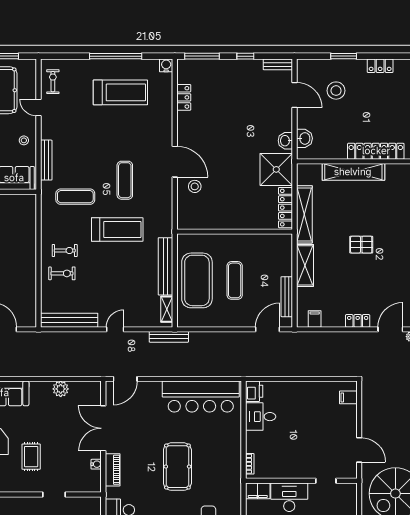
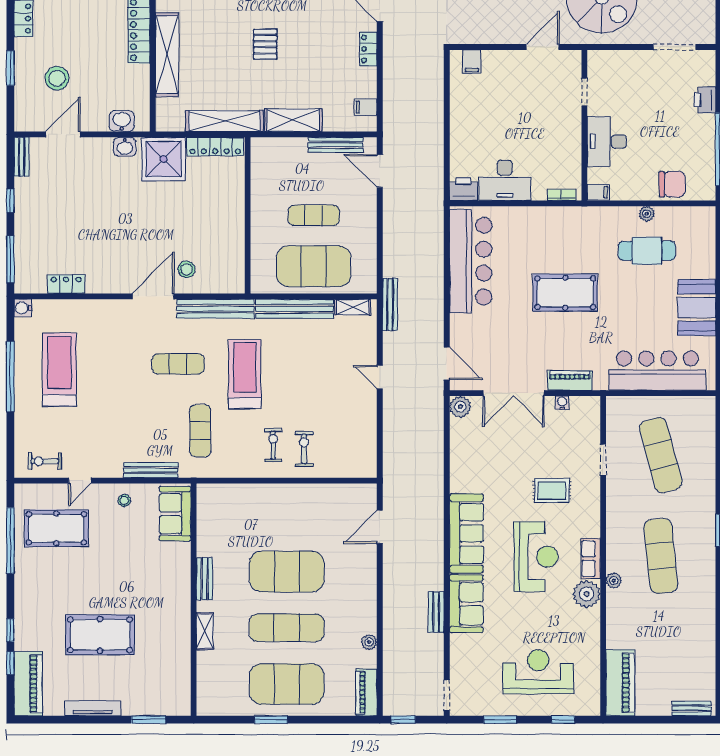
bench: (69, 320) -> (216, 309), moved, turned 90
plant: (61, 389) -> (460, 407), moved
desk: (261, 417) -> (505, 180), width x1.37
filing cabinet: (258, 491) -> (598, 192), width x0.50

